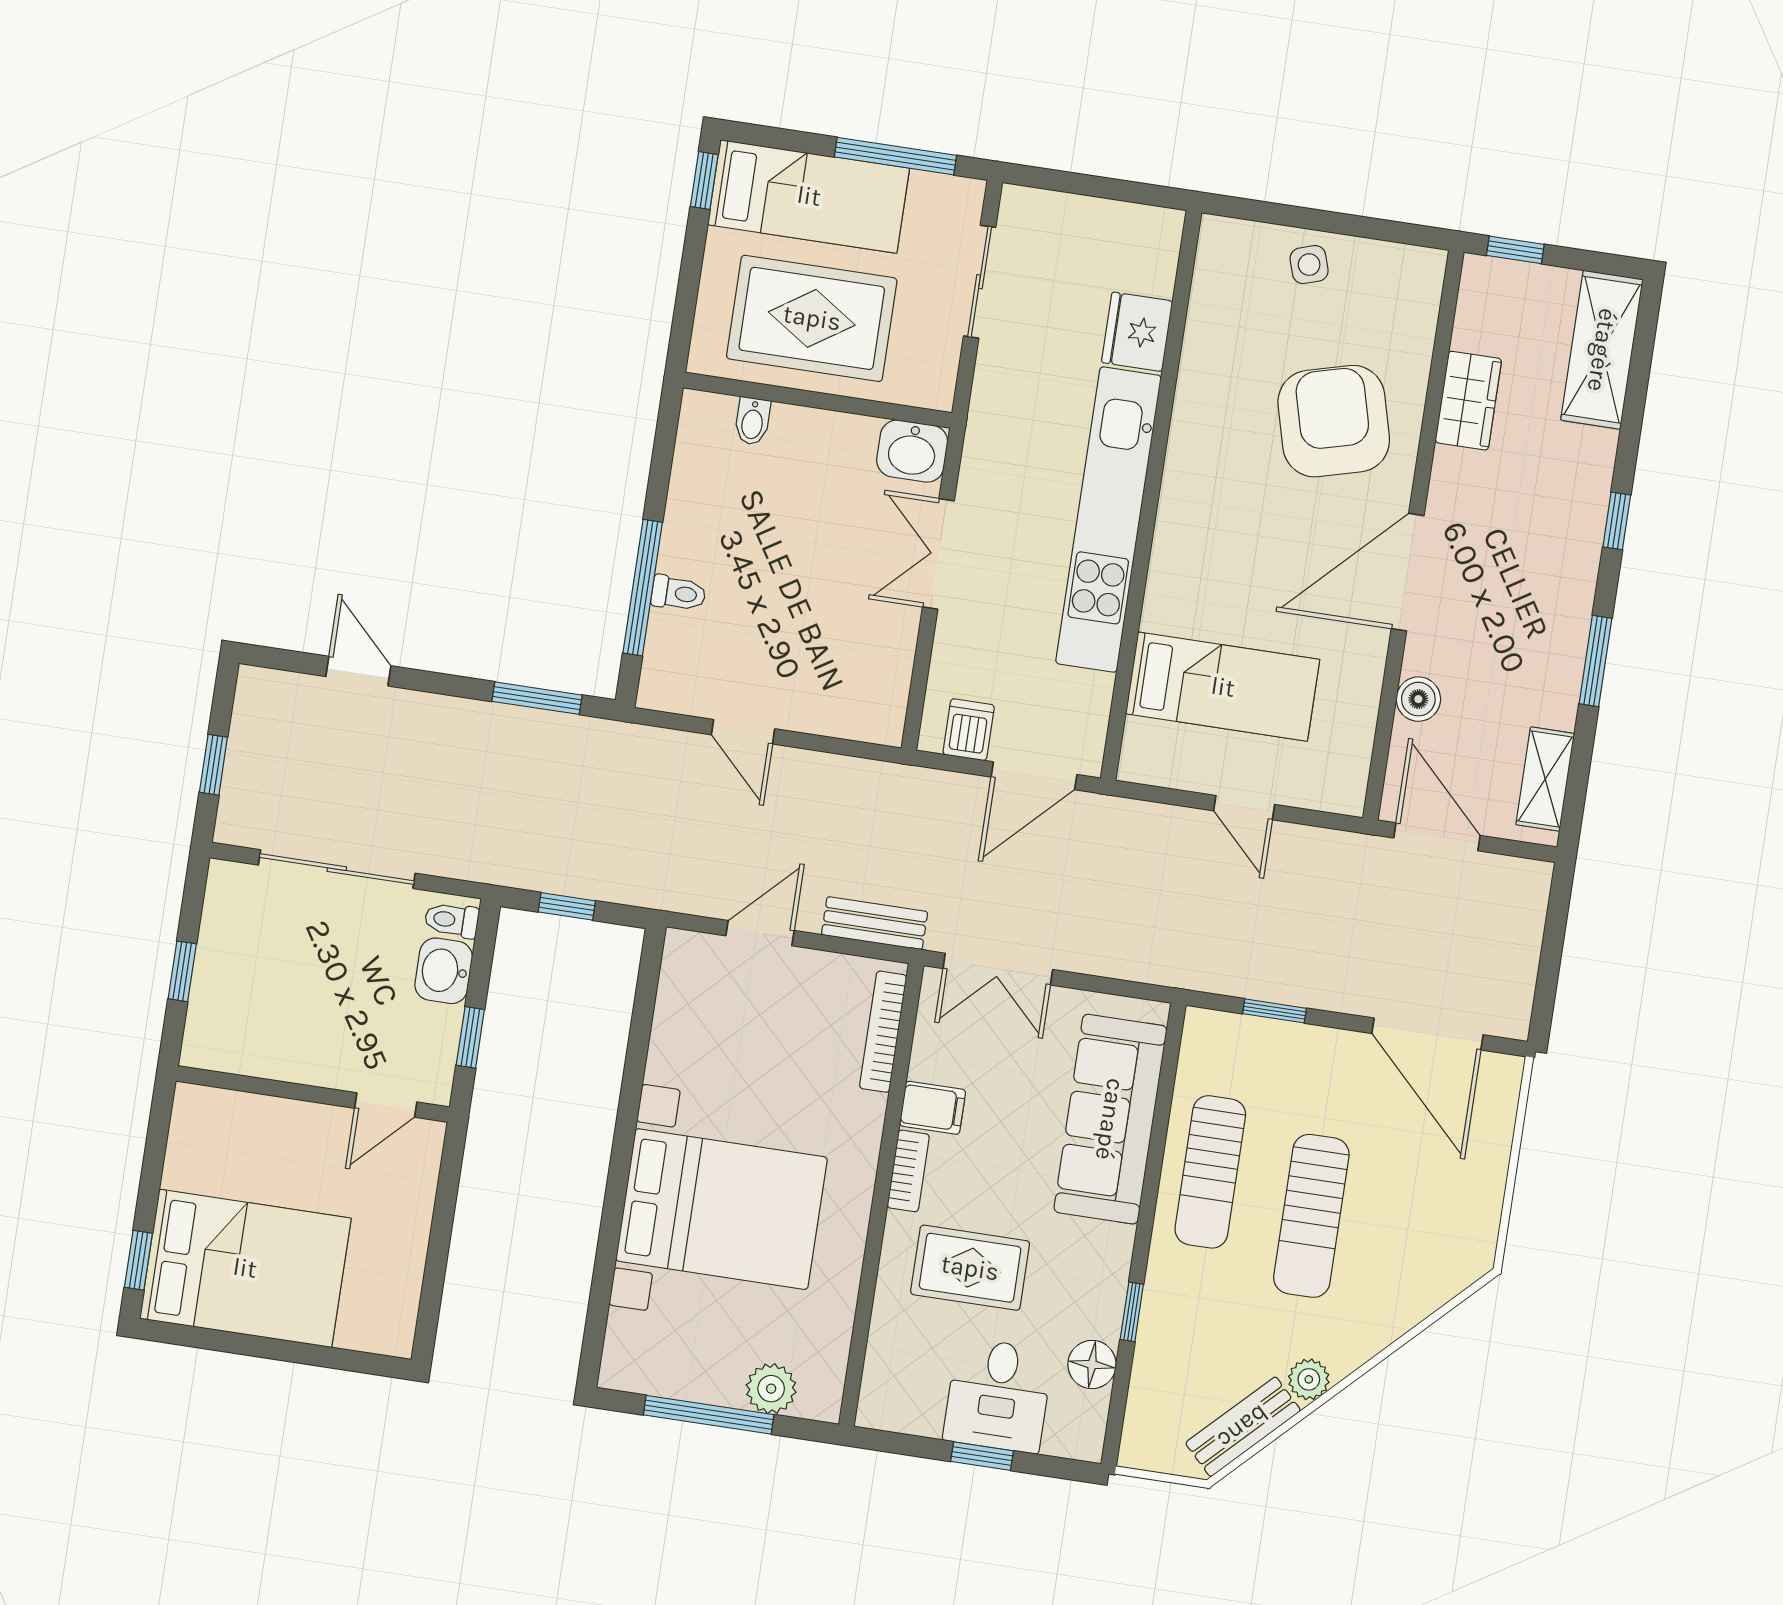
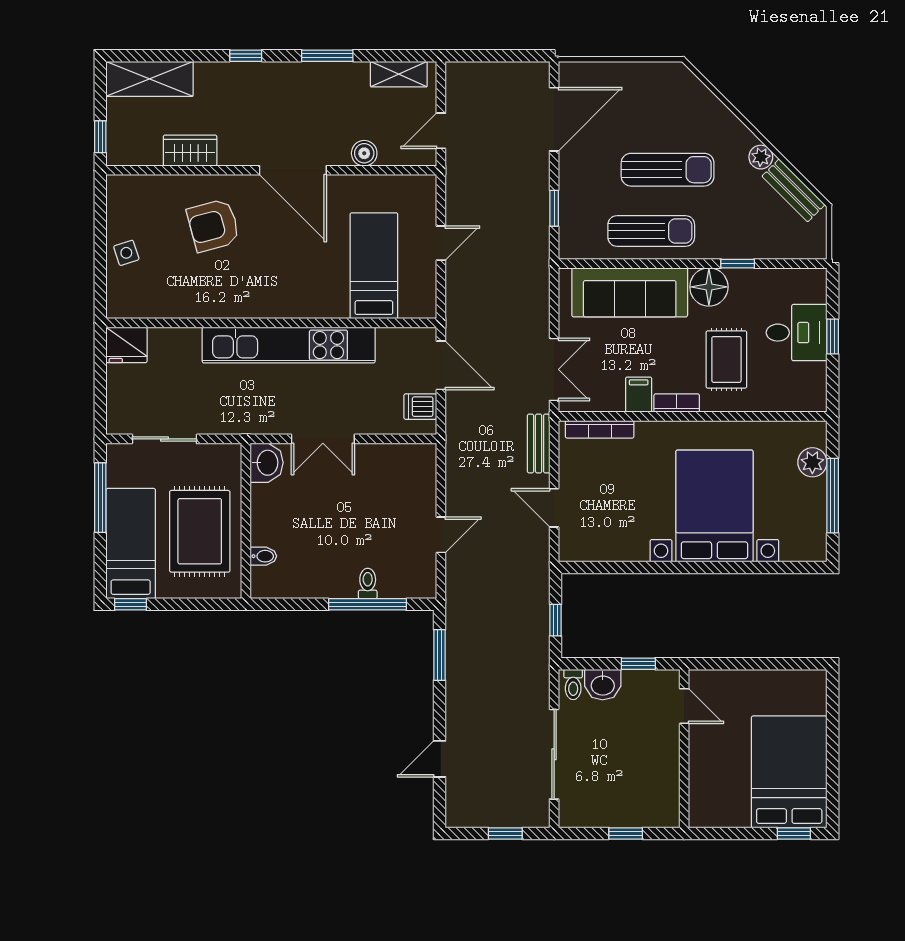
fridge: (1137, 332) -> (126, 345), moved
armchair: (1334, 421) -> (213, 225), width x0.73, depth x0.73
door: (1437, 837) -> (441, 131), width x0.73
floor lamp: (1092, 1365) -> (709, 287), moved, width x1.38, depth x1.38

